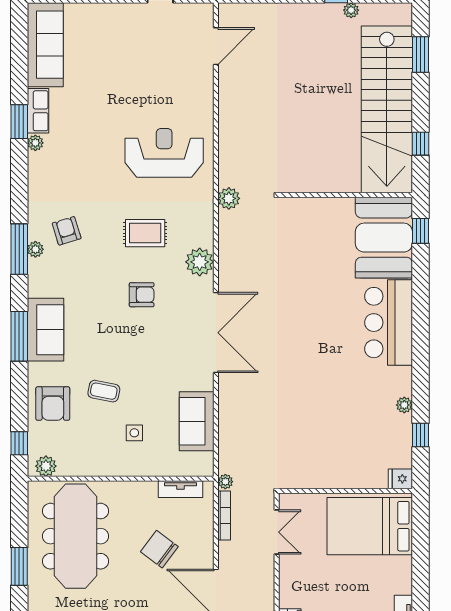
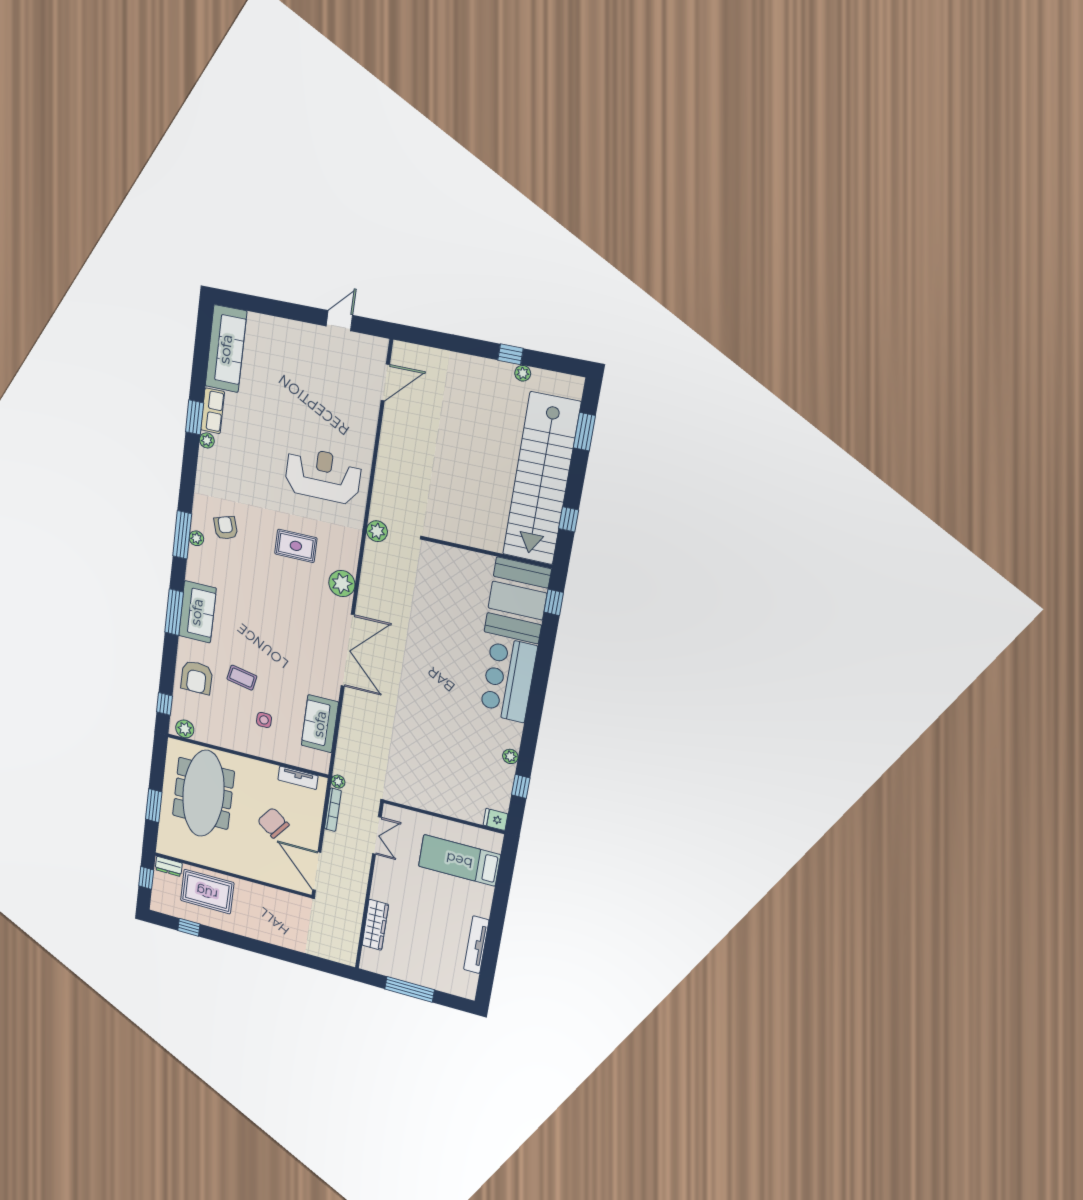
armchair: (142, 295) -> (286, 601), removed
bed: (370, 526) -> (459, 860), width x0.67

